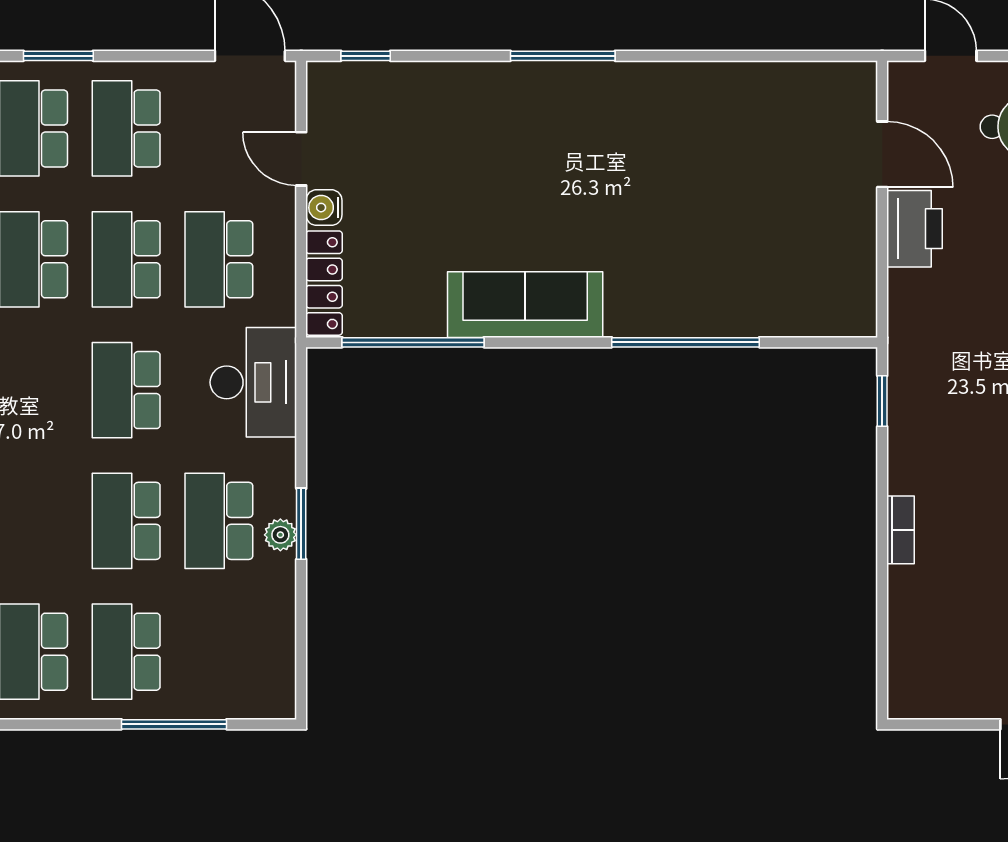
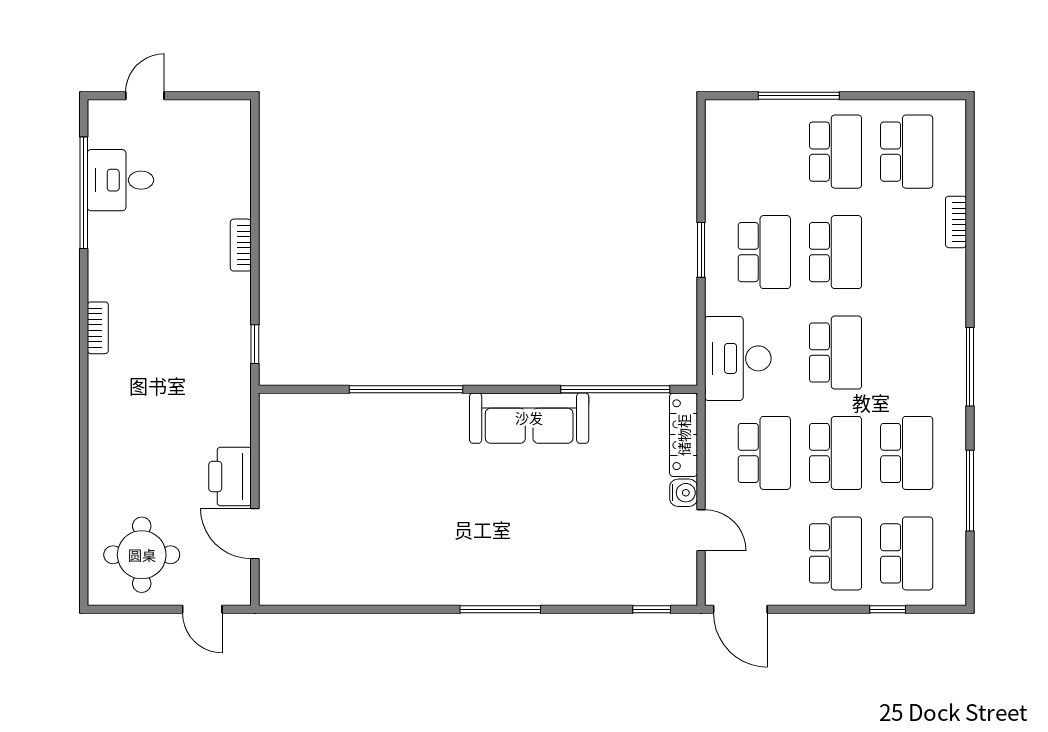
window: (58, 56) -> (888, 609), width x0.67
plant: (280, 535) -> (717, 241), removed

